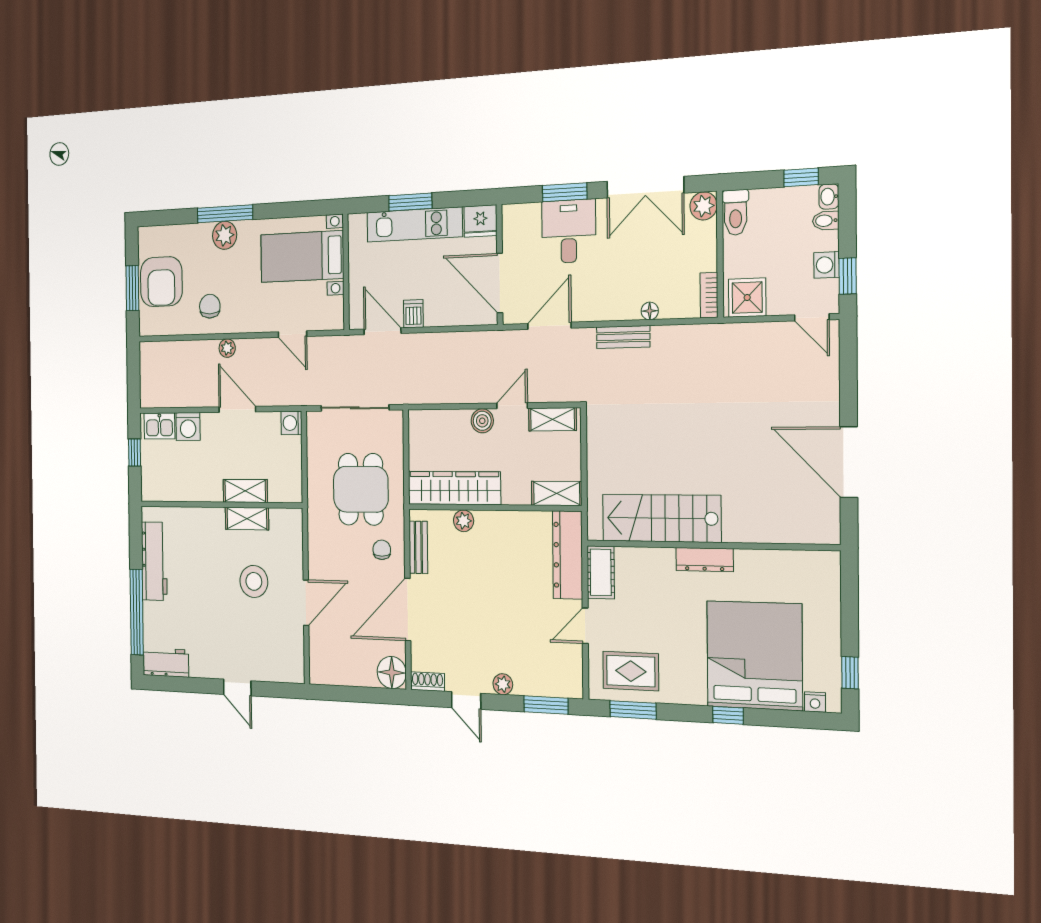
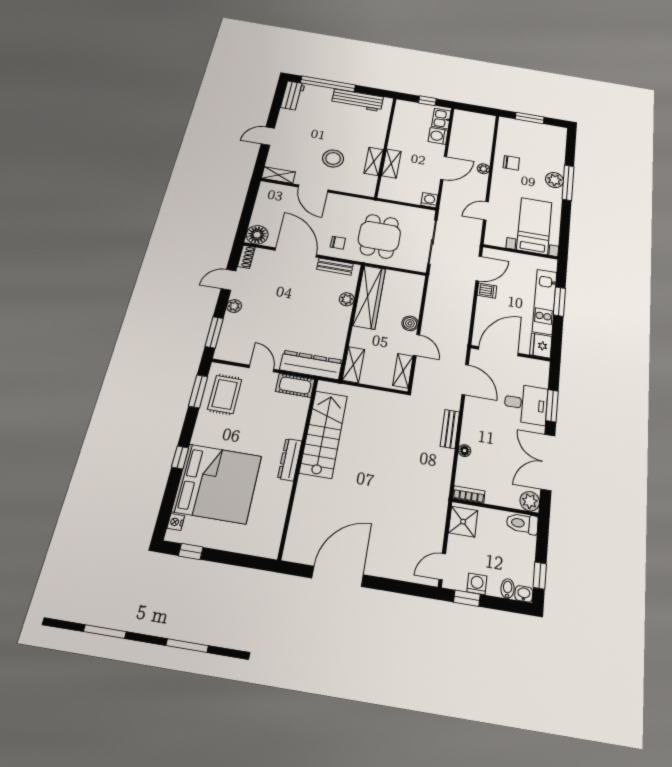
armchair: (161, 282) -> (531, 136), removed
dining table: (361, 489) -> (379, 236), turned 90
shelving: (295, 659) -> (278, 175), added

